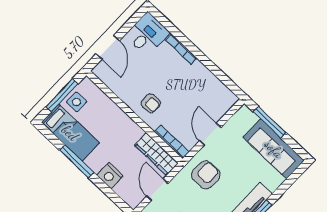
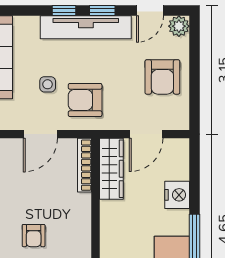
armchair: (151, 103) -> (34, 236), moved, turned 180
side table: (233, 163) -> (48, 84), added

